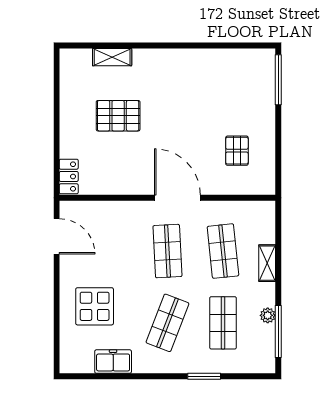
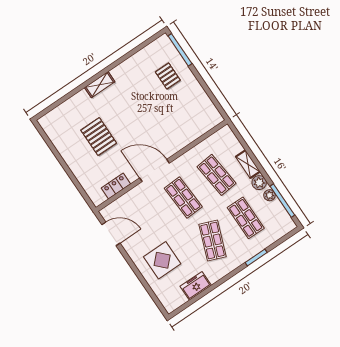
shelving: (112, 57) -> (100, 85), moved
pallet: (118, 116) -> (99, 137), turned 90
pallet: (237, 151) -> (168, 76), moved
locker: (69, 176) -> (116, 186), moved, turned -90
door: (177, 198) -> (154, 170), moved
plant: (266, 293) -> (259, 183), added

